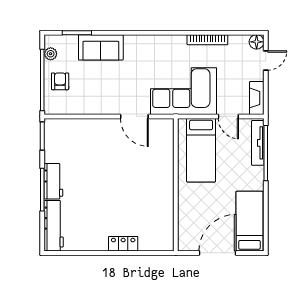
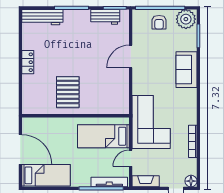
sofa: (101, 47) -> (186, 70), moved
plant: (51, 54) -> (186, 19), width x1.88, depth x1.88
armchair: (60, 81) -> (159, 22), turned 90
door: (134, 116) -> (131, 56), moved
workbench: (53, 181) -> (105, 17), moved
pallet: (146, 194) -> (68, 92), added
locker: (123, 244) -> (28, 62), moved

